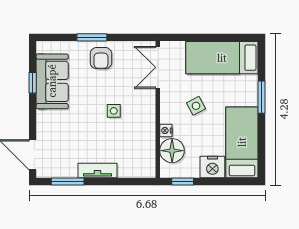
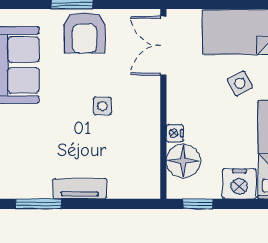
armchair: (101, 58) -> (85, 33), width x1.38, depth x1.38
side table: (196, 106) -> (240, 83), moved

